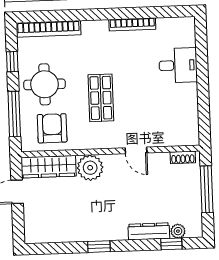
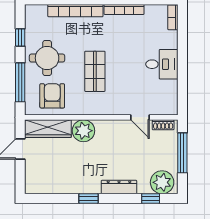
bookcase: (49, 29) -> (75, 11), moved
bookcase: (190, 31) -> (173, 17), added
desk: (178, 65) -> (162, 64), moved
door: (136, 150) -> (140, 117), moved
dresser: (149, 231) -> (119, 187), moved
plant: (178, 231) -> (162, 182), width x1.88, depth x1.88

